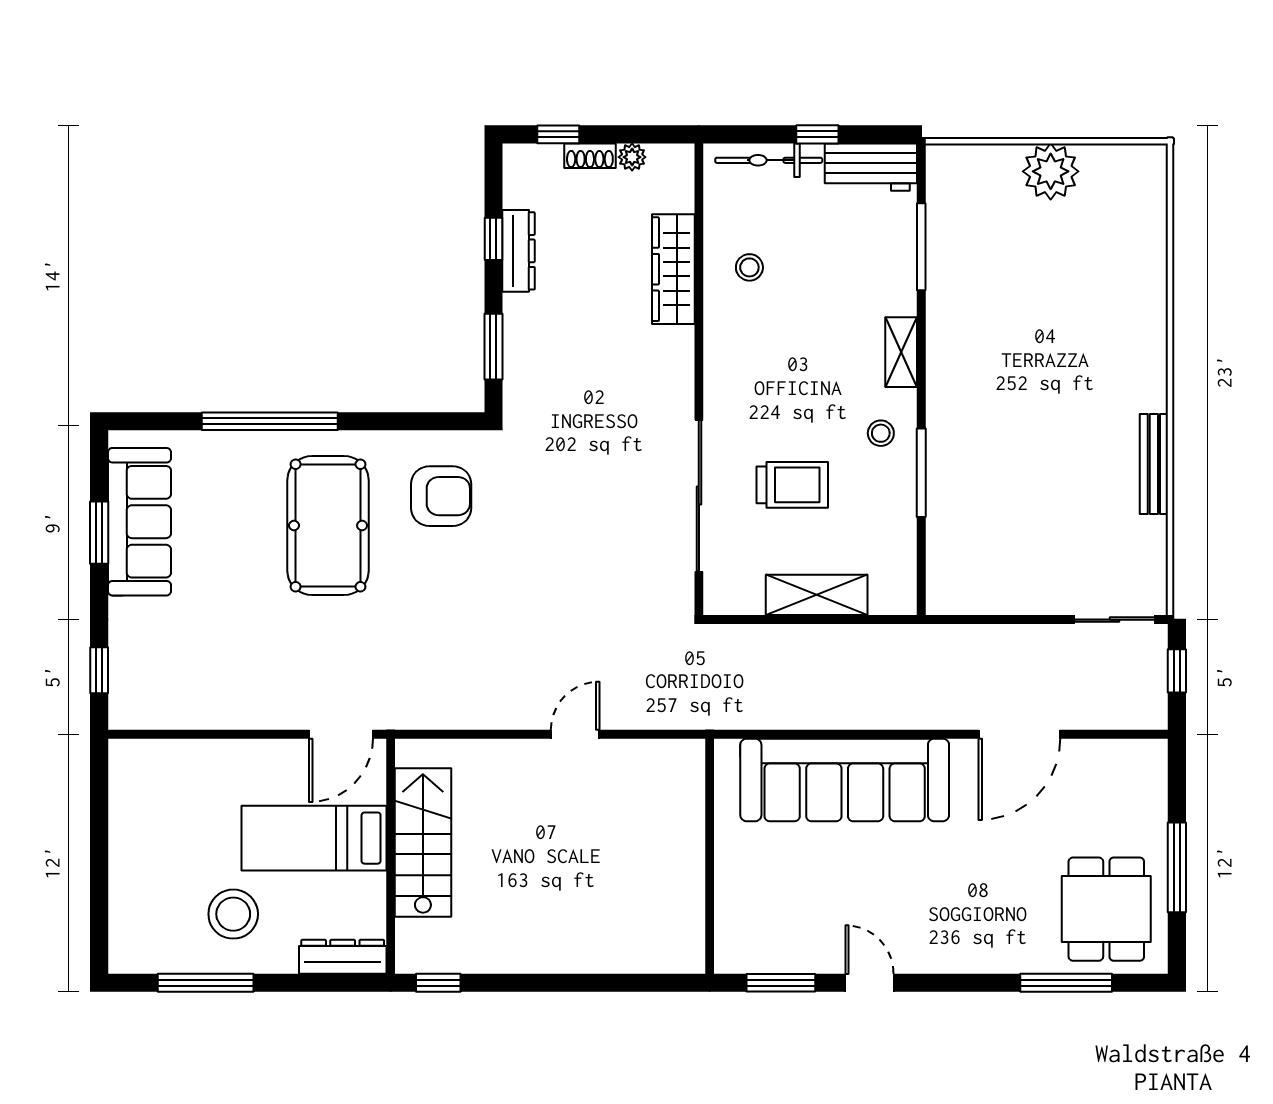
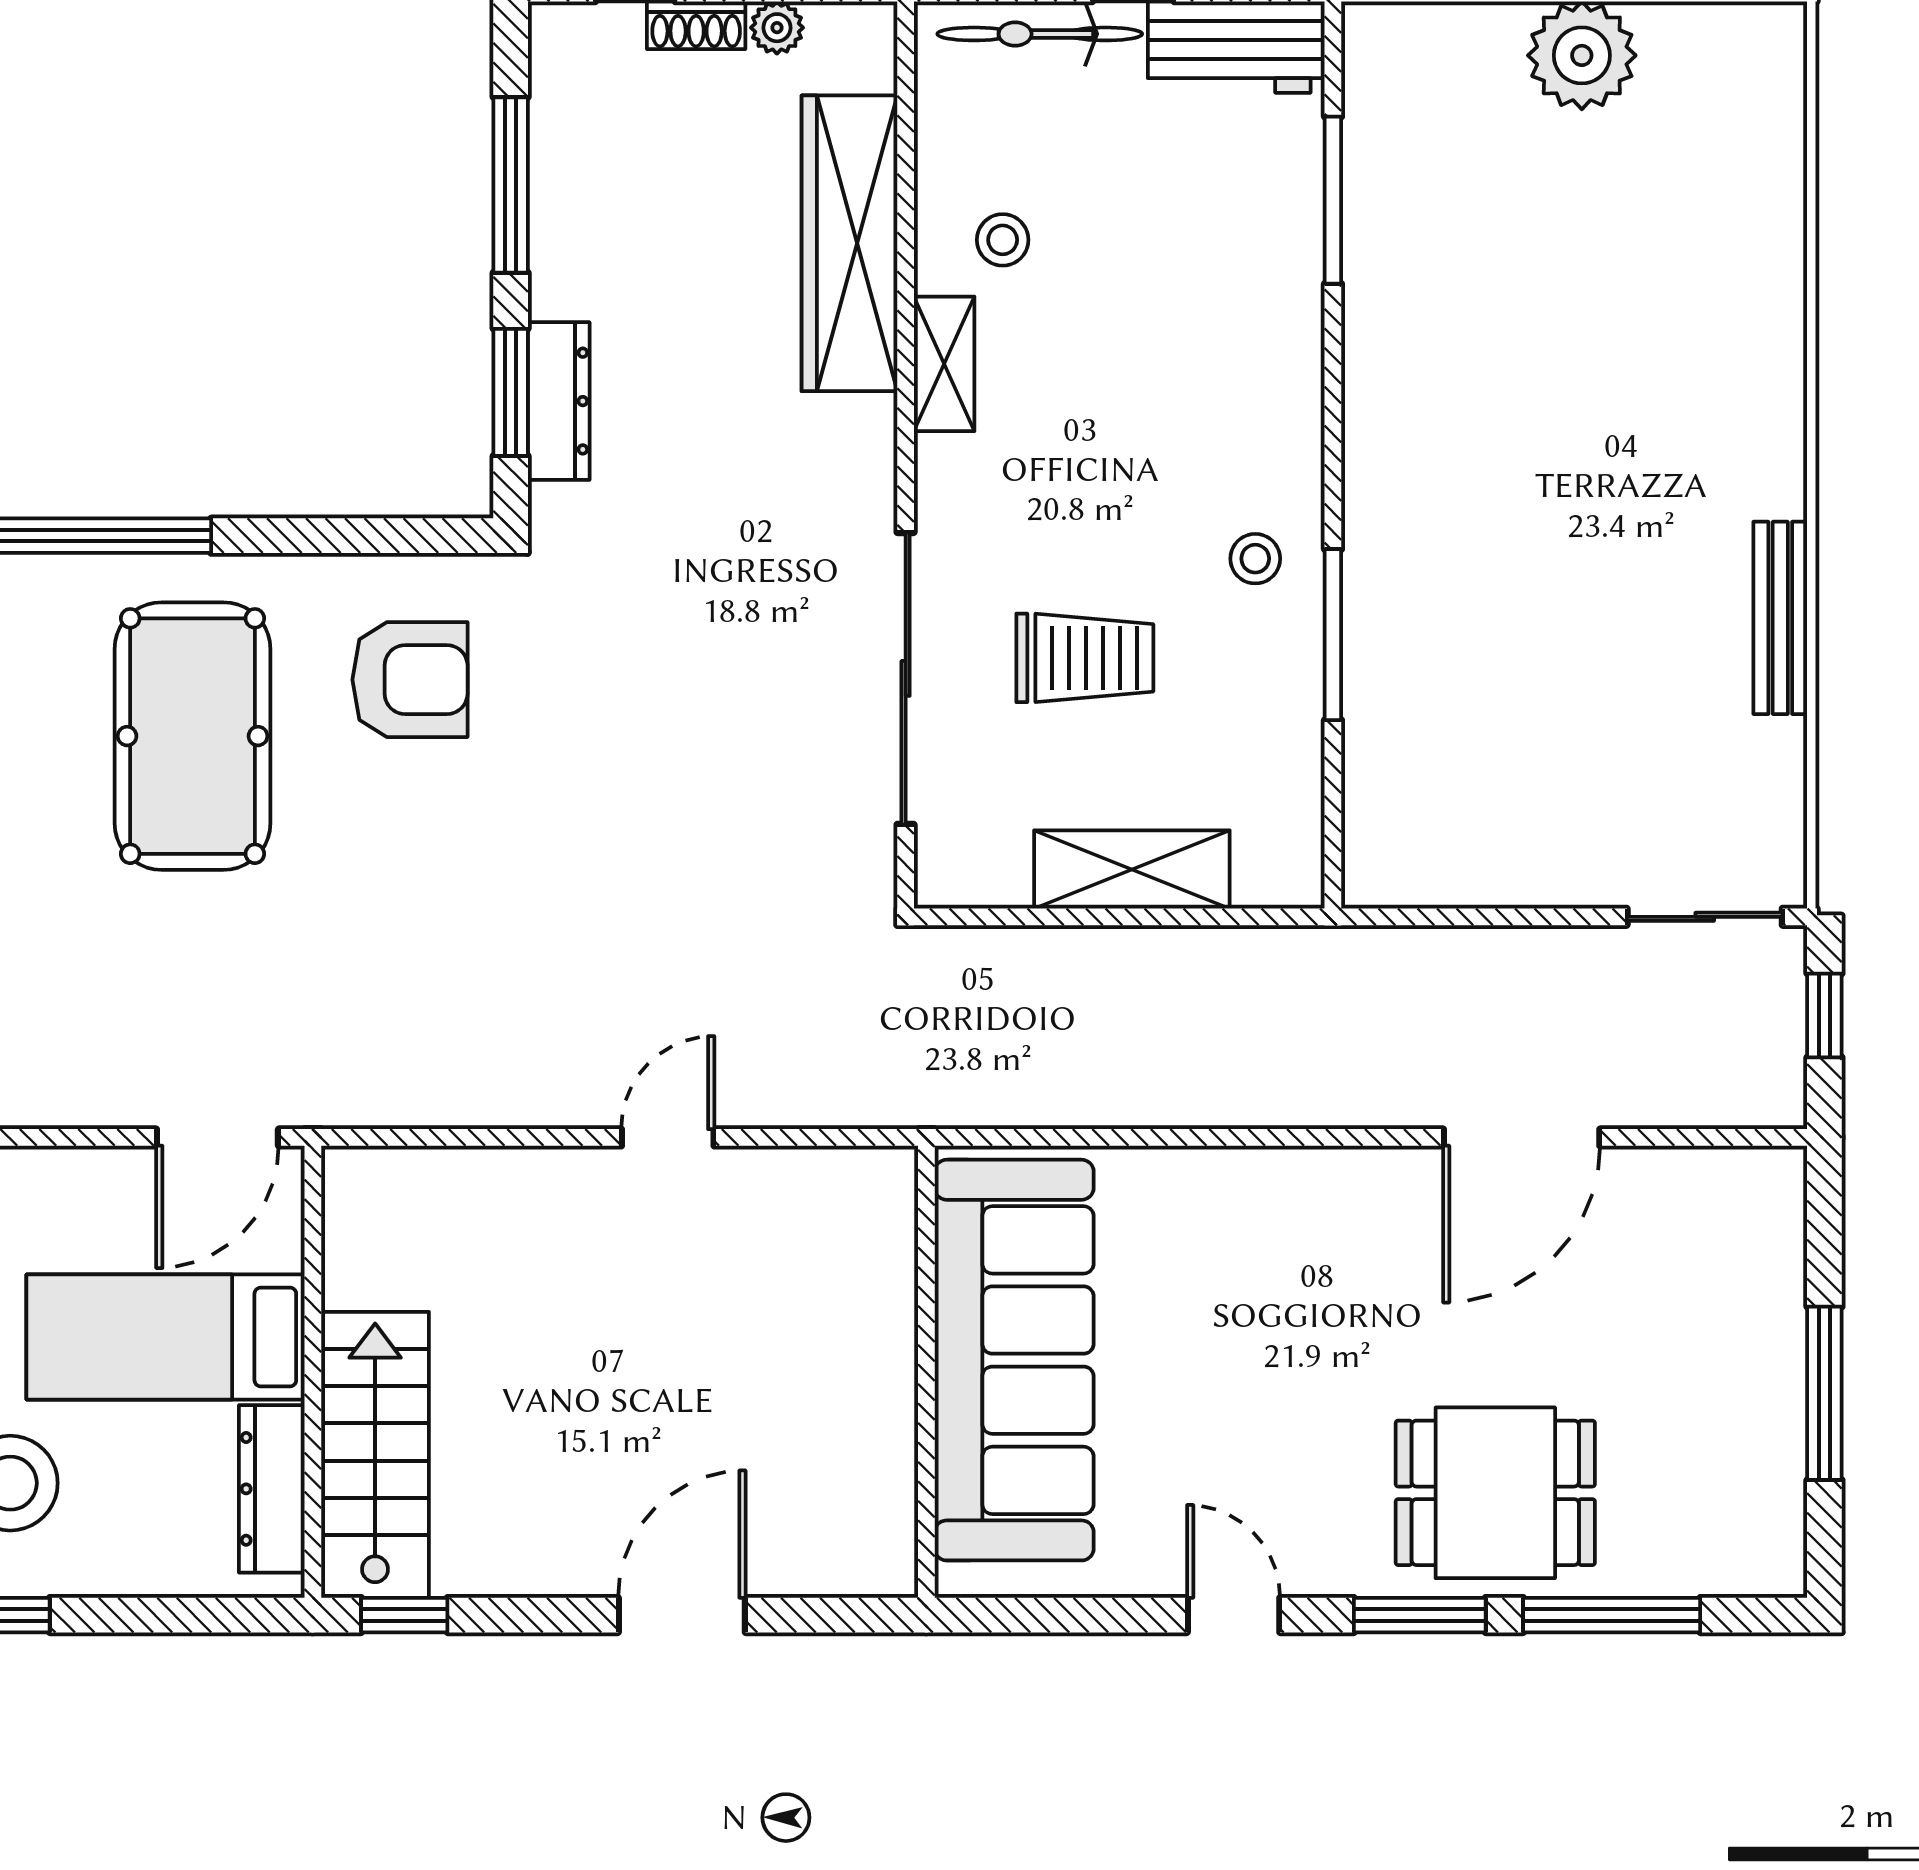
window: (493, 239) -> (511, 185), width x2.17
dresser: (519, 251) -> (559, 401), moved
wardrobe: (673, 269) -> (849, 243), width x1.40, depth x1.17
shelving: (901, 352) -> (944, 364), moved
sofa: (845, 780) -> (1014, 1360), moved, turned -90
stairs: (423, 842) -> (375, 1455), moved
dining table: (1106, 909) -> (1495, 1493), moved, turned 90
dresser: (343, 957) -> (272, 1489), moved, turned -90
door: (583, 983) -> (682, 1615), added
window: (781, 983) -> (1420, 1615), moved

